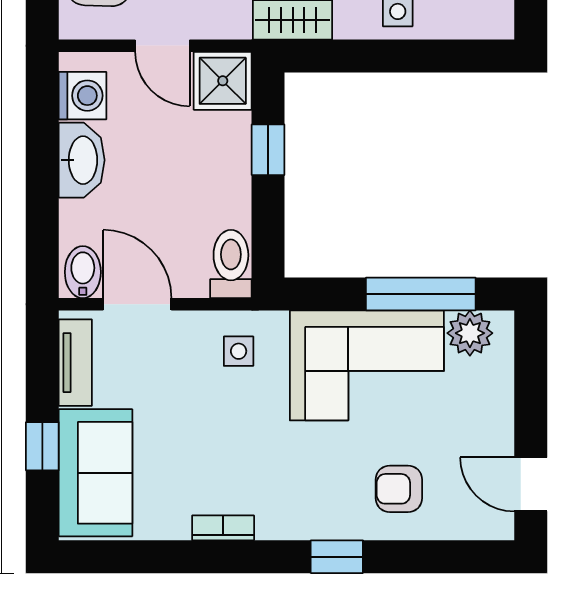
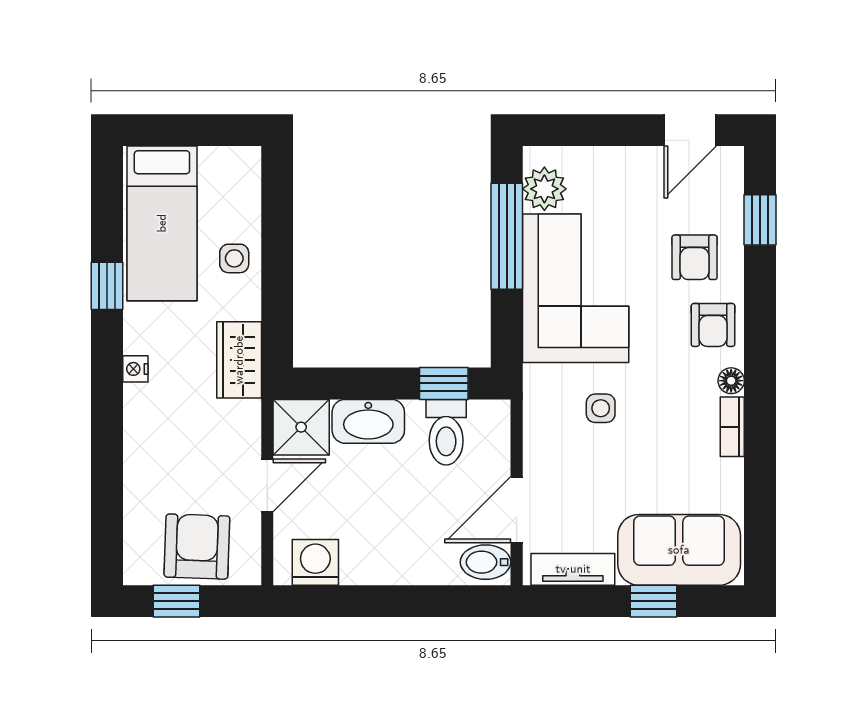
window: (268, 150) -> (444, 383), moved
washbasin: (82, 160) -> (368, 421), moved, turned 180
toilet: (231, 264) -> (446, 432), moved, turned -90
side table: (239, 351) -> (601, 408), moved
armchair: (329, 508) -> (713, 325), added
floor lamp: (271, 527) -> (731, 381), added
window: (337, 557) -> (760, 220), moved

